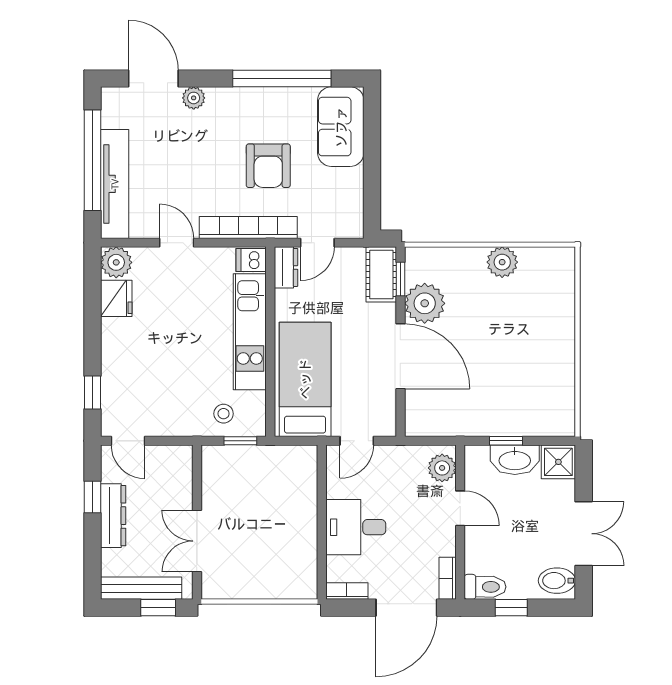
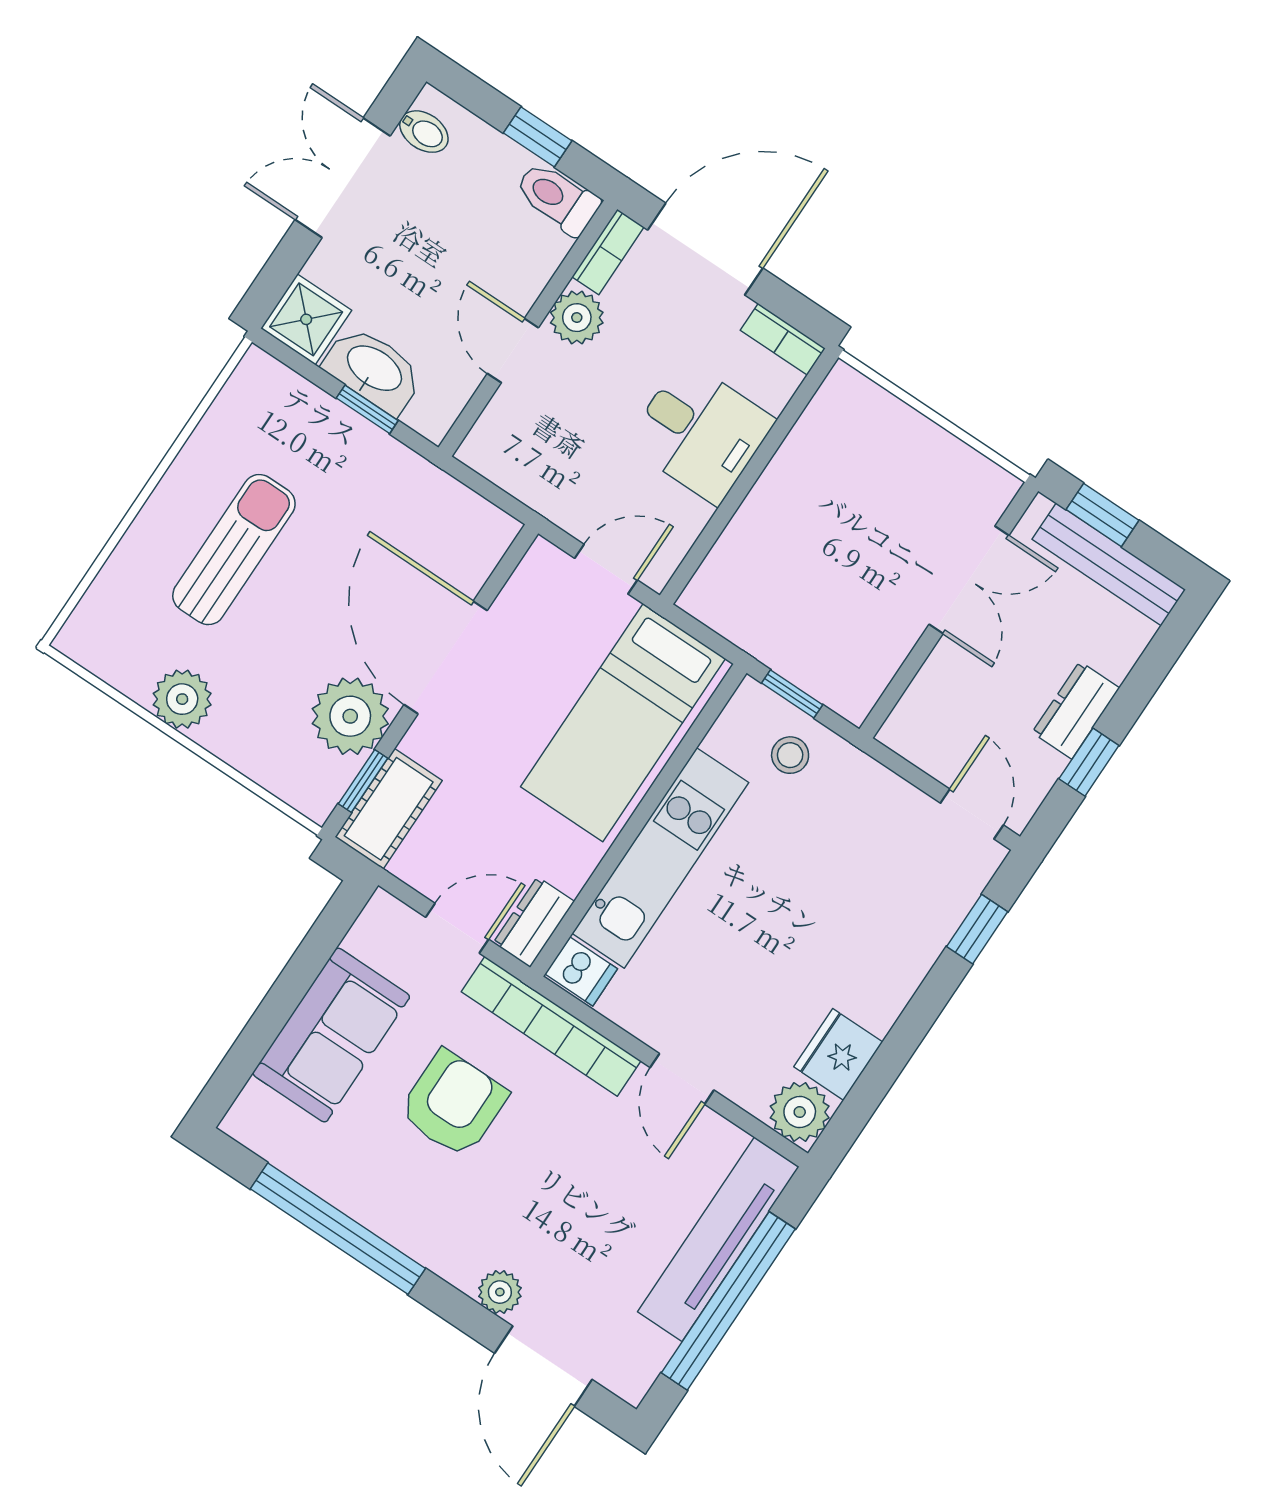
sofa: (341, 127) -> (331, 1035), moved
sun lounger: (523, 342) -> (234, 550), added
plant: (442, 468) -> (577, 318), moved
dresser: (113, 516) -> (1076, 710), width x0.70
bidet: (557, 581) -> (424, 132), width x0.72, depth x0.74

